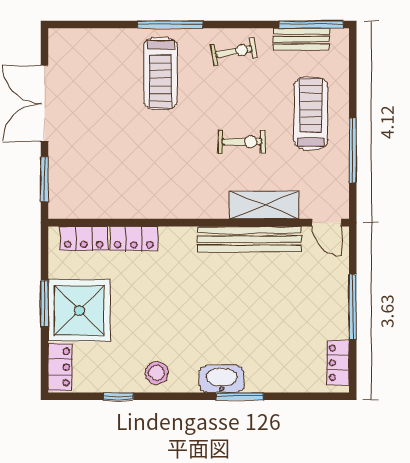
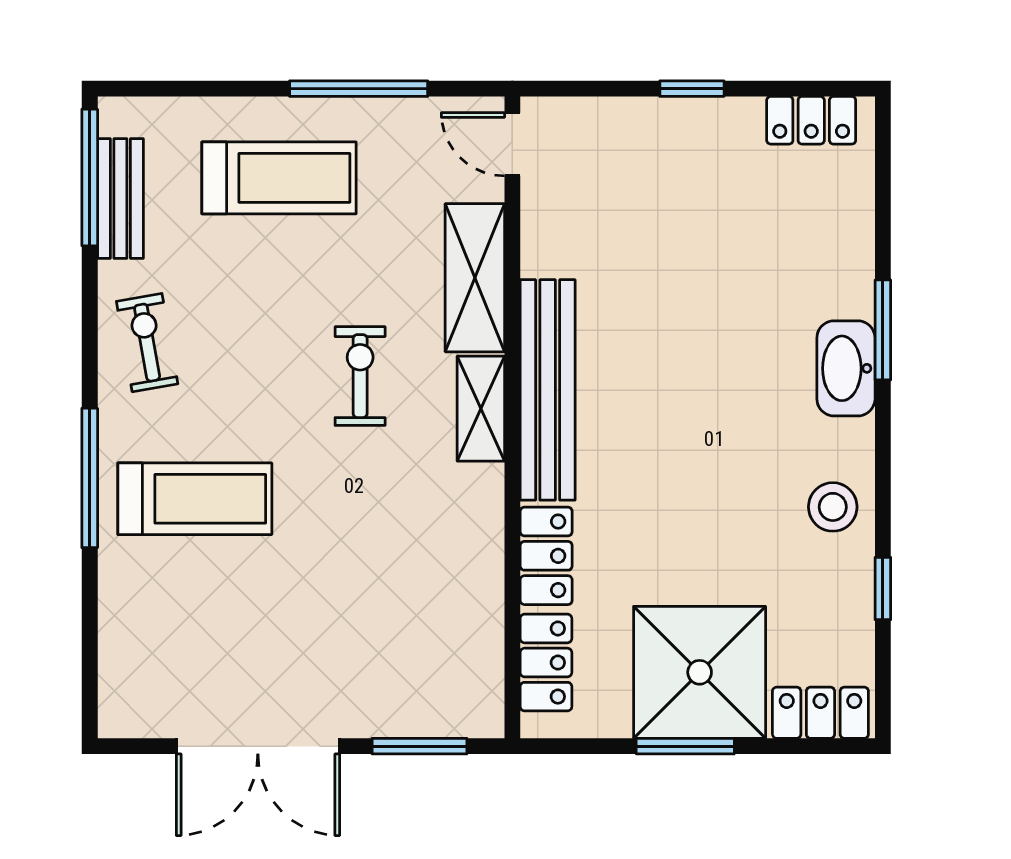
treadmill: (311, 113) -> (279, 178), turned 180
exercise bike: (242, 142) -> (360, 376), moved
shelving: (203, 208) -> (481, 409), added
door: (327, 223) -> (512, 144), swing flipped
bench: (249, 239) -> (548, 390), moved
window: (353, 307) -> (692, 89), width x0.46

